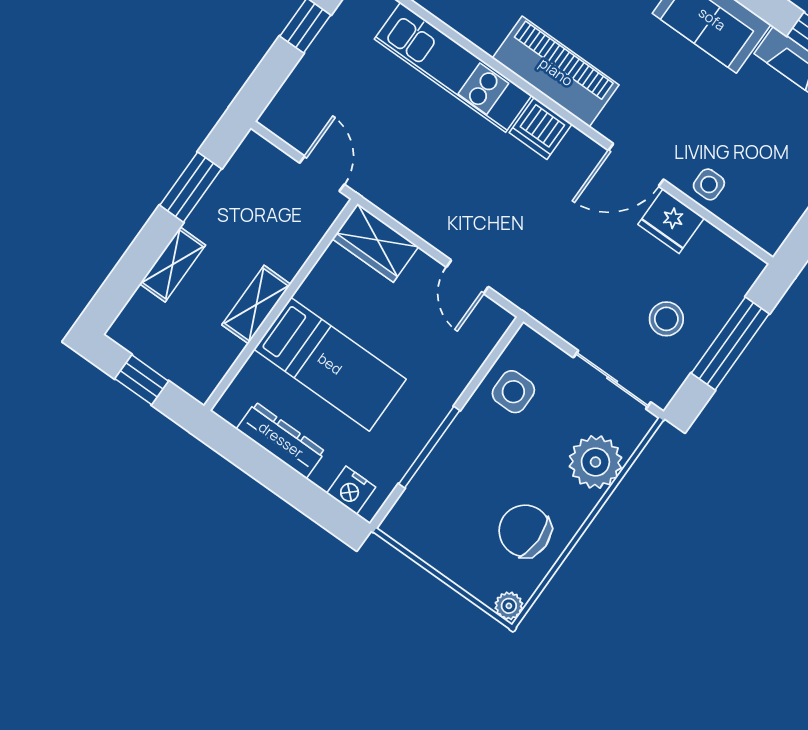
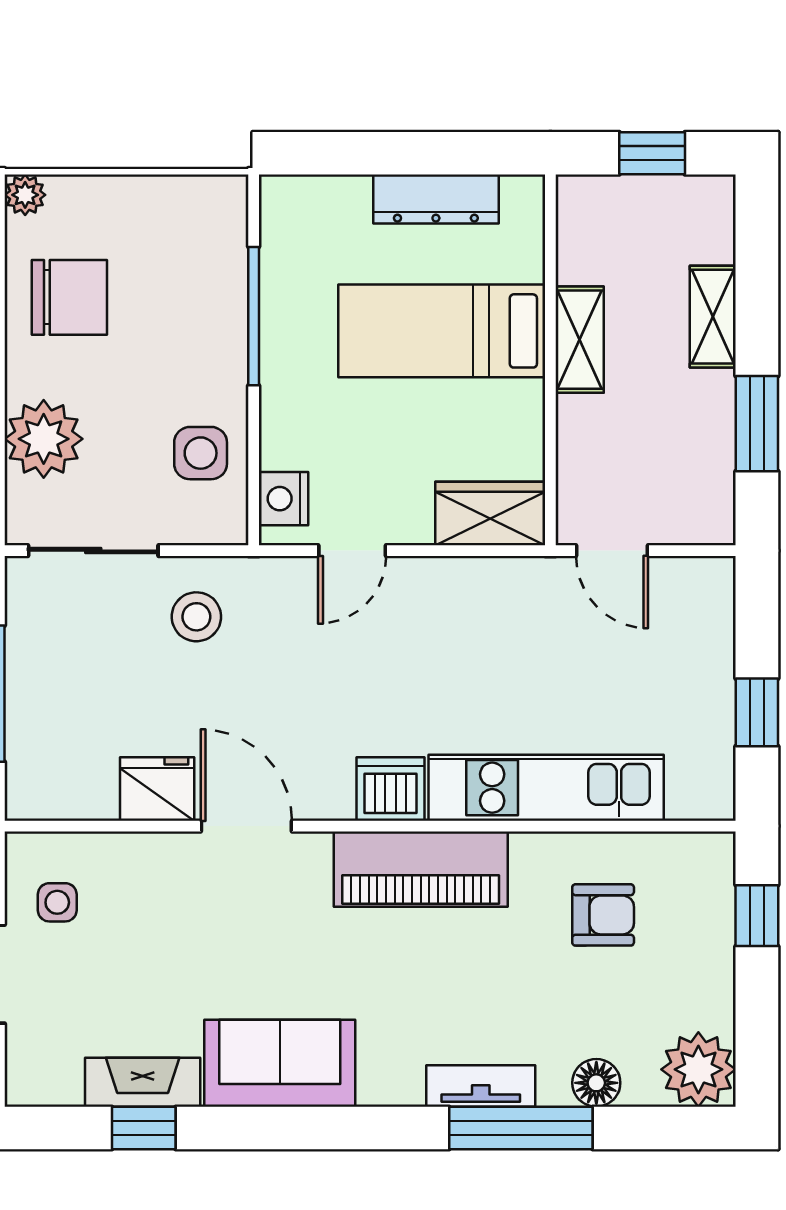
door: (636, 165) -> (246, 826), hinge flipped
side table: (709, 184) -> (57, 902), moved
door: (467, 277) -> (352, 551), swing flipped
stool: (666, 319) -> (196, 617), moved
nightstand: (351, 490) -> (284, 499), moved, turned -90

